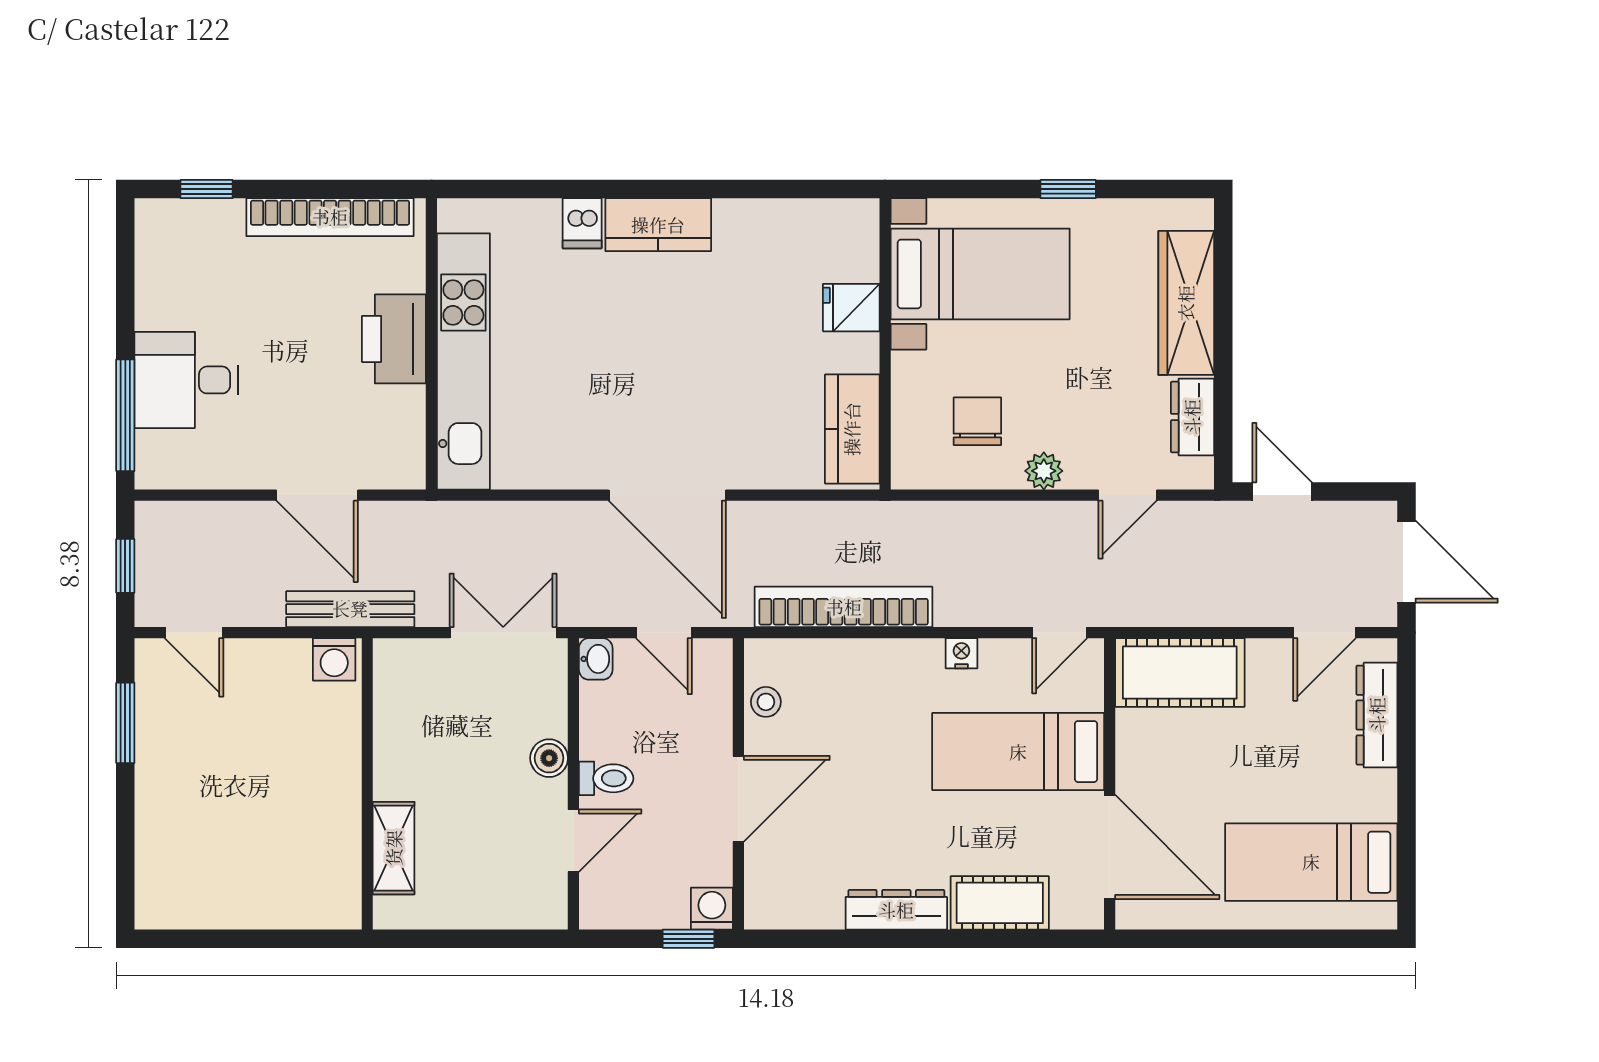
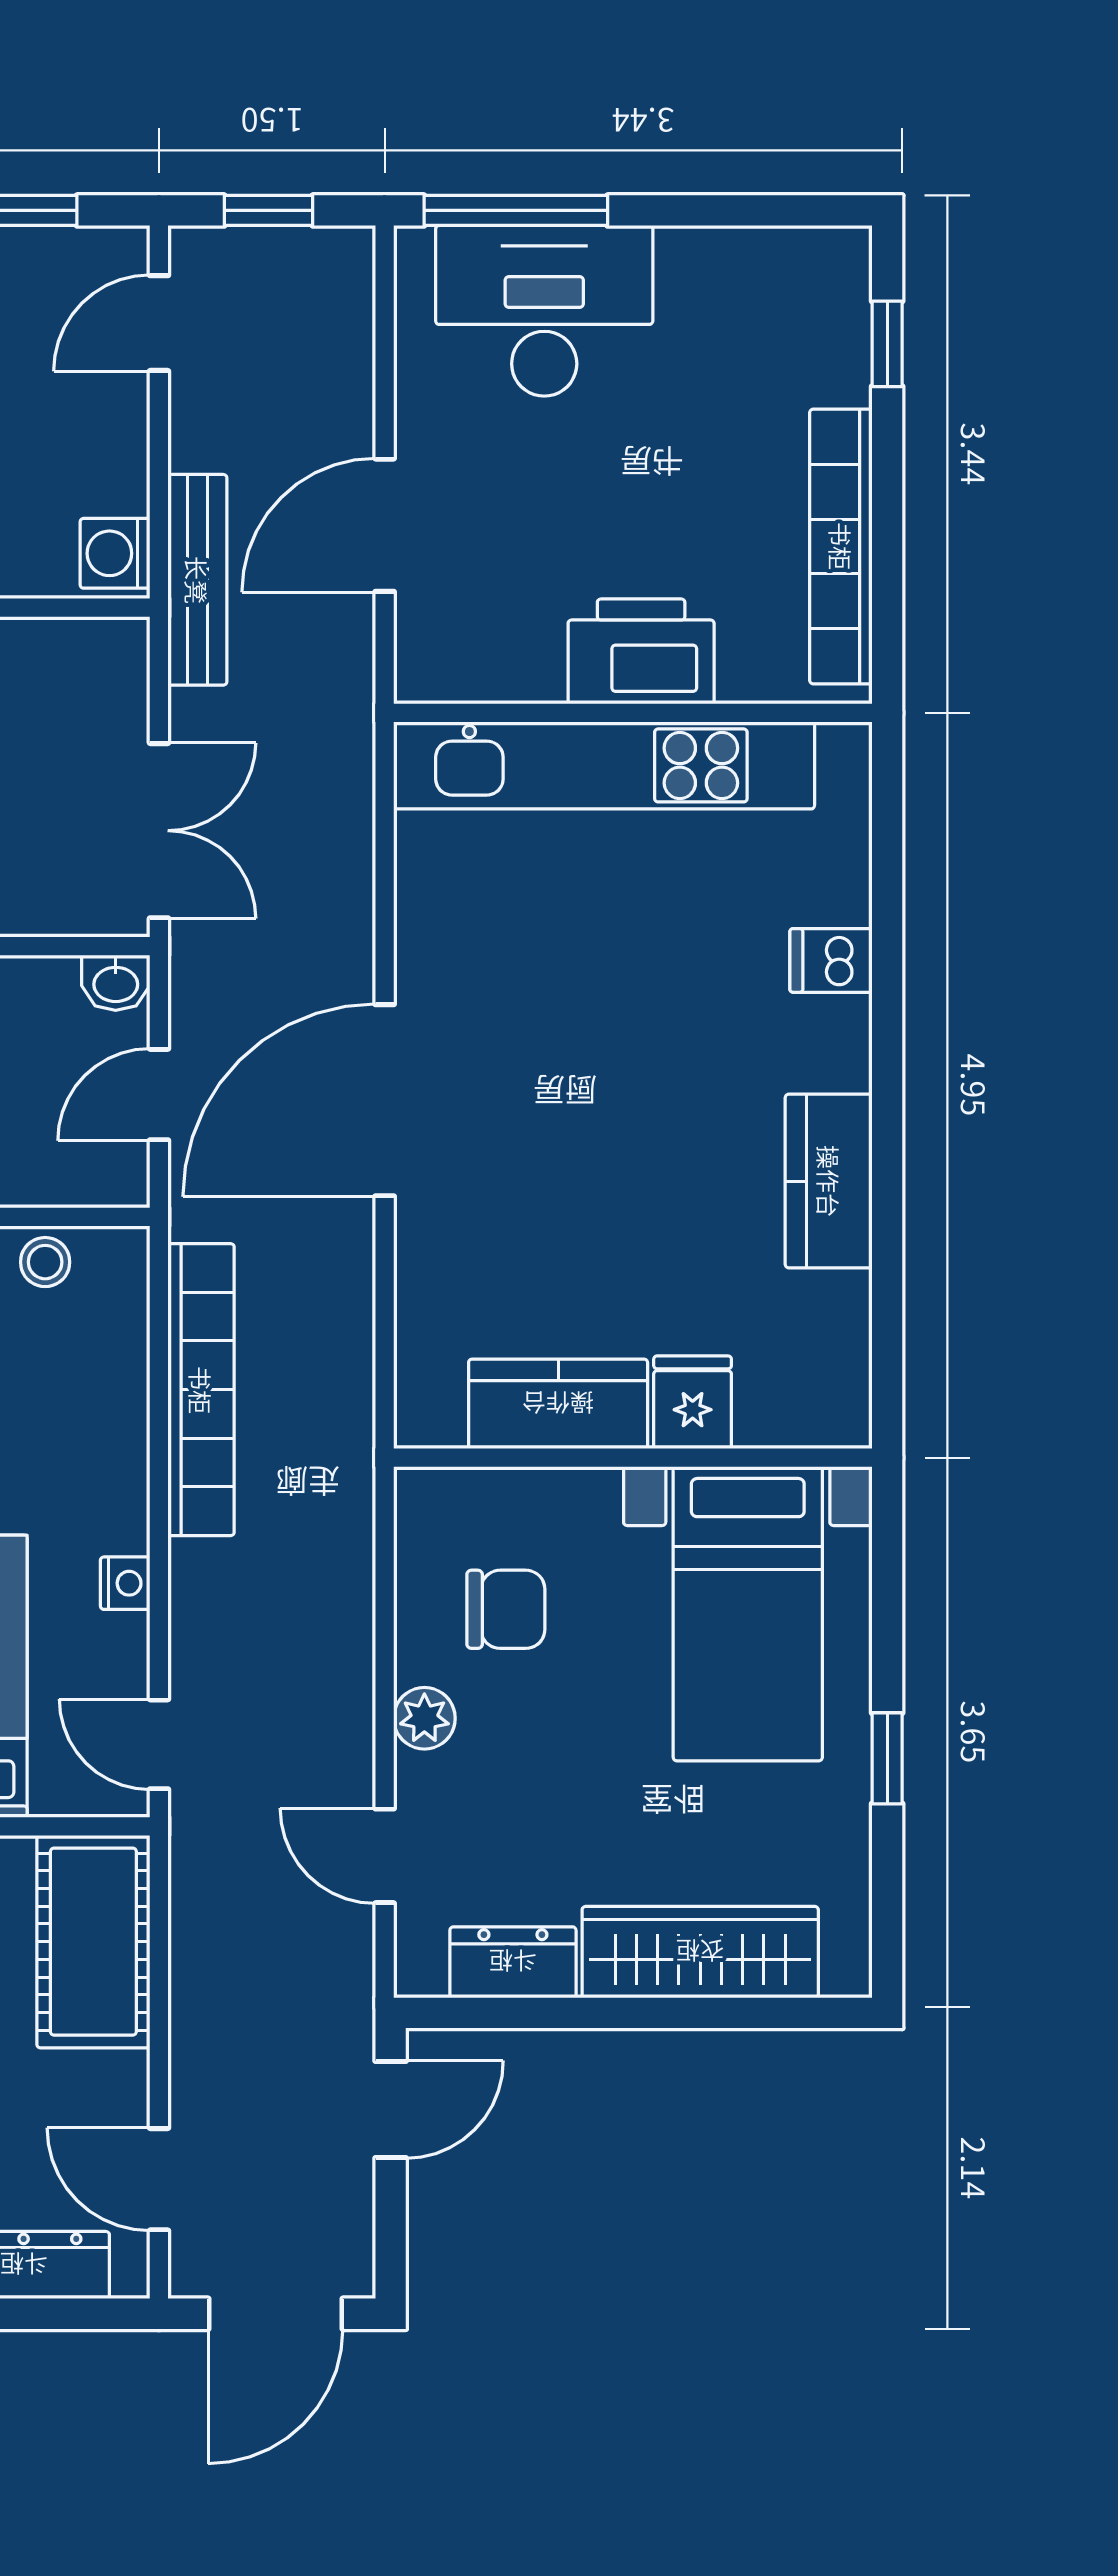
kitchen counter: (658, 225) -> (829, 1181), moved
desk: (186, 380) -> (544, 311), width x1.37
kitchen counter: (852, 429) -> (558, 1404), moved

